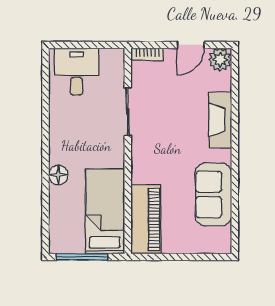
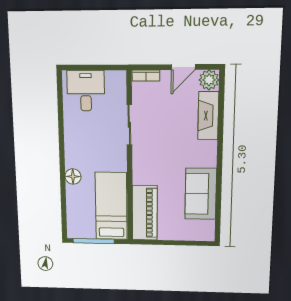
fireplace: (220, 120) -> (208, 116), moved

